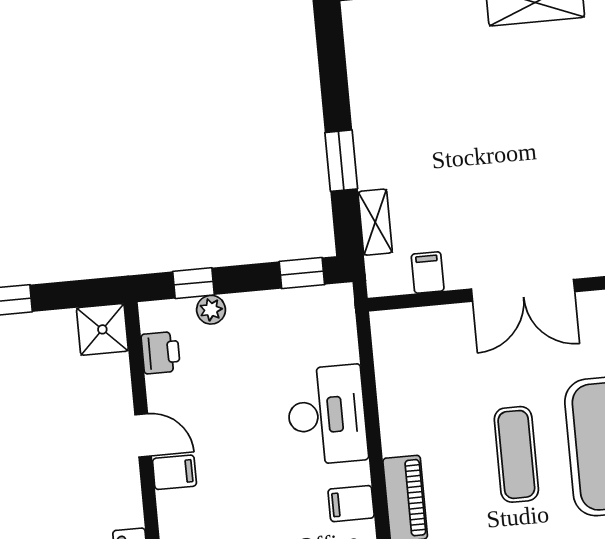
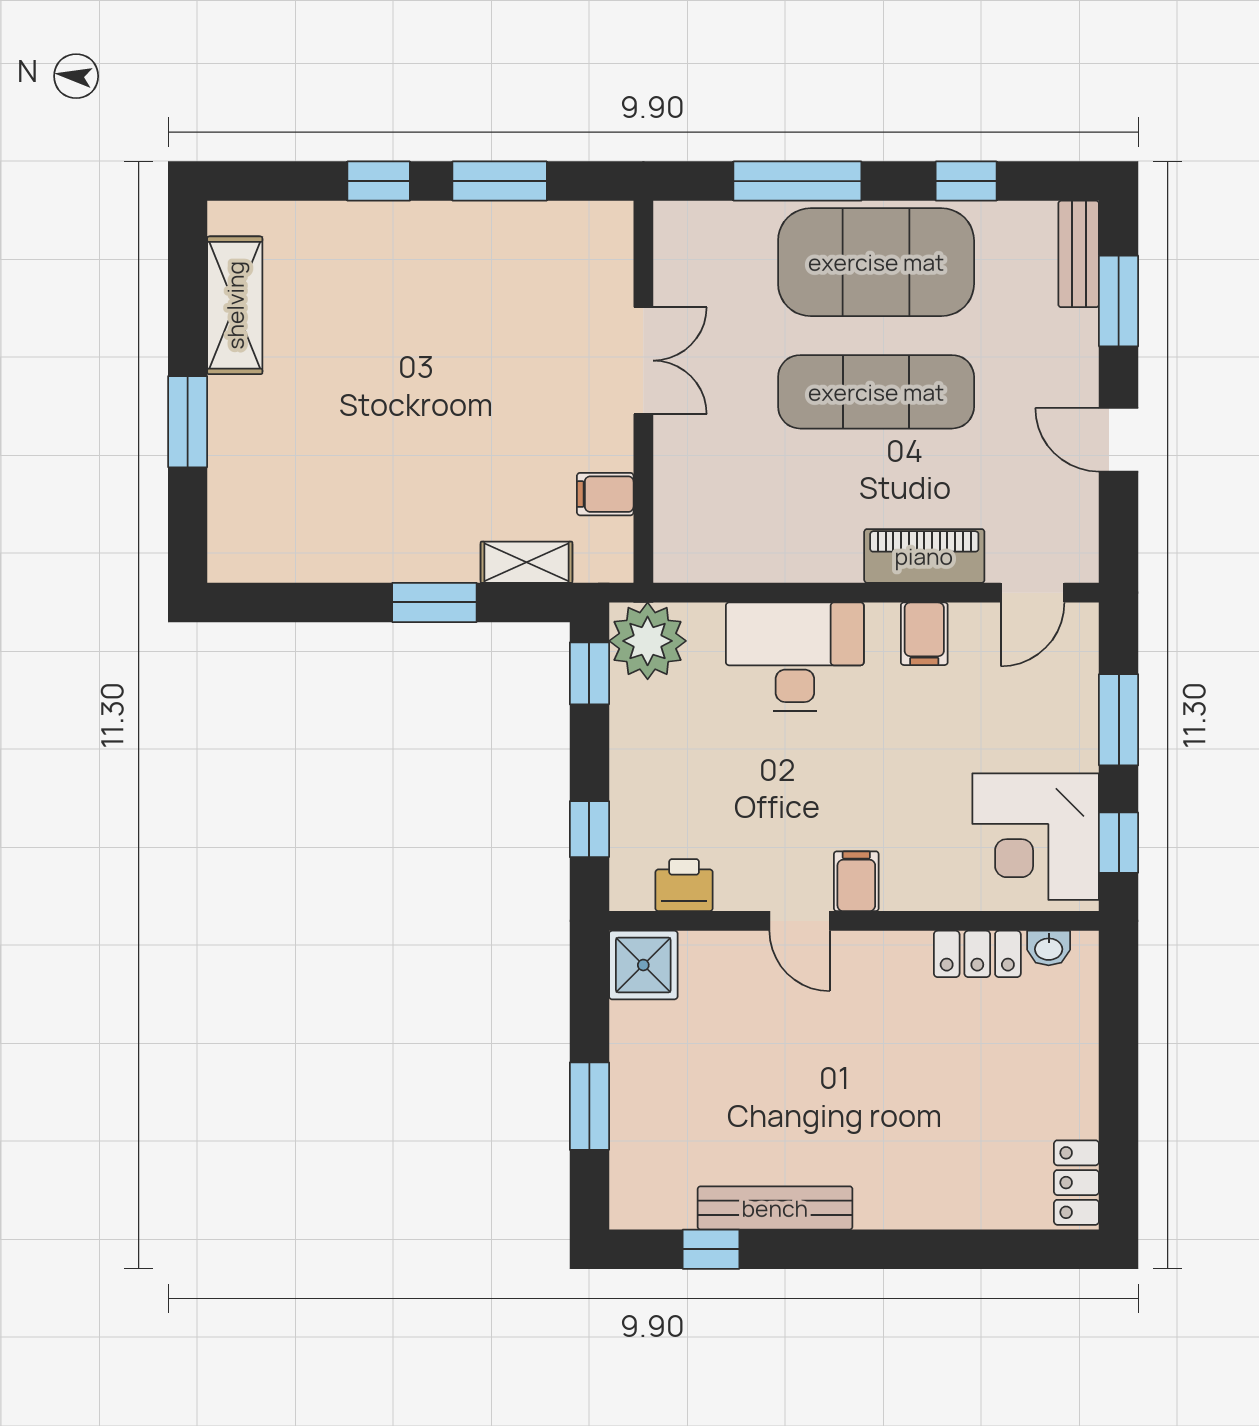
double door: (523, 290) -> (643, 361), width x0.73
plant: (211, 310) -> (648, 641), moved, width x1.87, depth x1.87
door: (143, 435) -> (800, 921), swing flipped
exercise mat: (516, 454) -> (876, 392), width x1.36, depth x1.45

